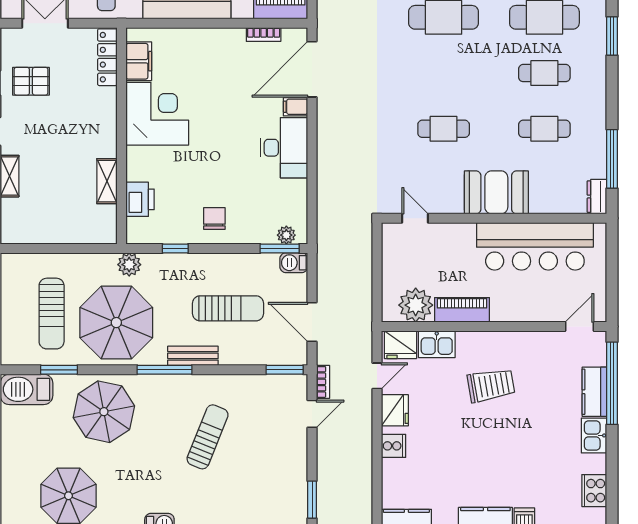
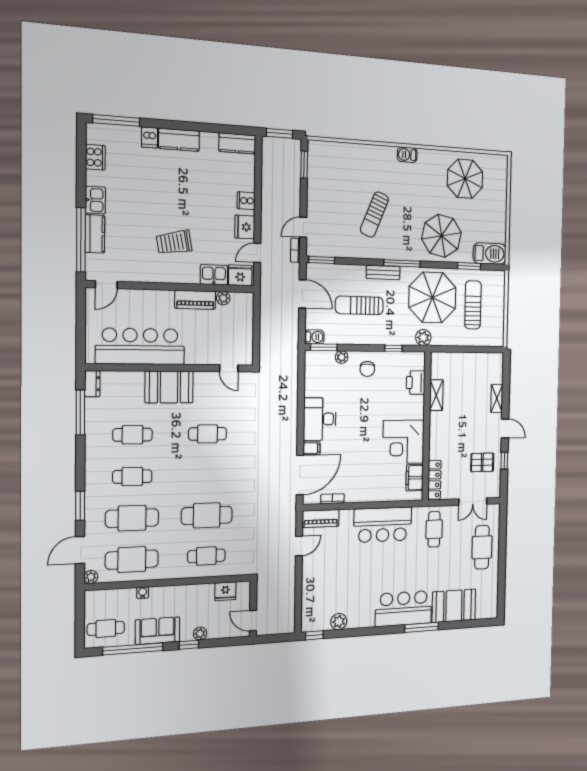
plant: (286, 235) -> (342, 357), moved
plant: (416, 305) -> (223, 298), width x0.53, depth x0.53

